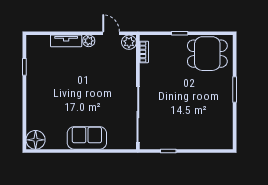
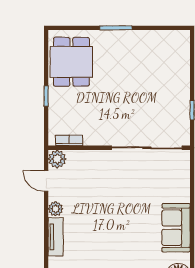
door: (111, 33) -> (46, 181), hinge flipped
sofa: (87, 138) -> (176, 228), moved

